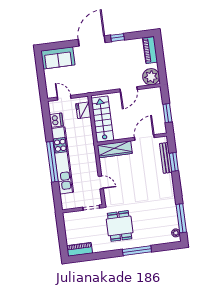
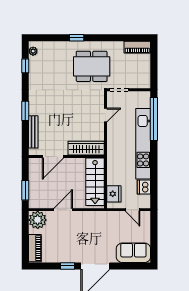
window: (167, 113) -> (25, 190), moved
window: (52, 162) -> (154, 119), moved
window: (174, 162) -> (25, 111), moved
door: (101, 182) -> (105, 115), swing flipped
window: (181, 218) -> (25, 66), width x0.46
dining table: (120, 226) -> (92, 66), width x1.38
window: (137, 251) -> (77, 38), width x0.46

